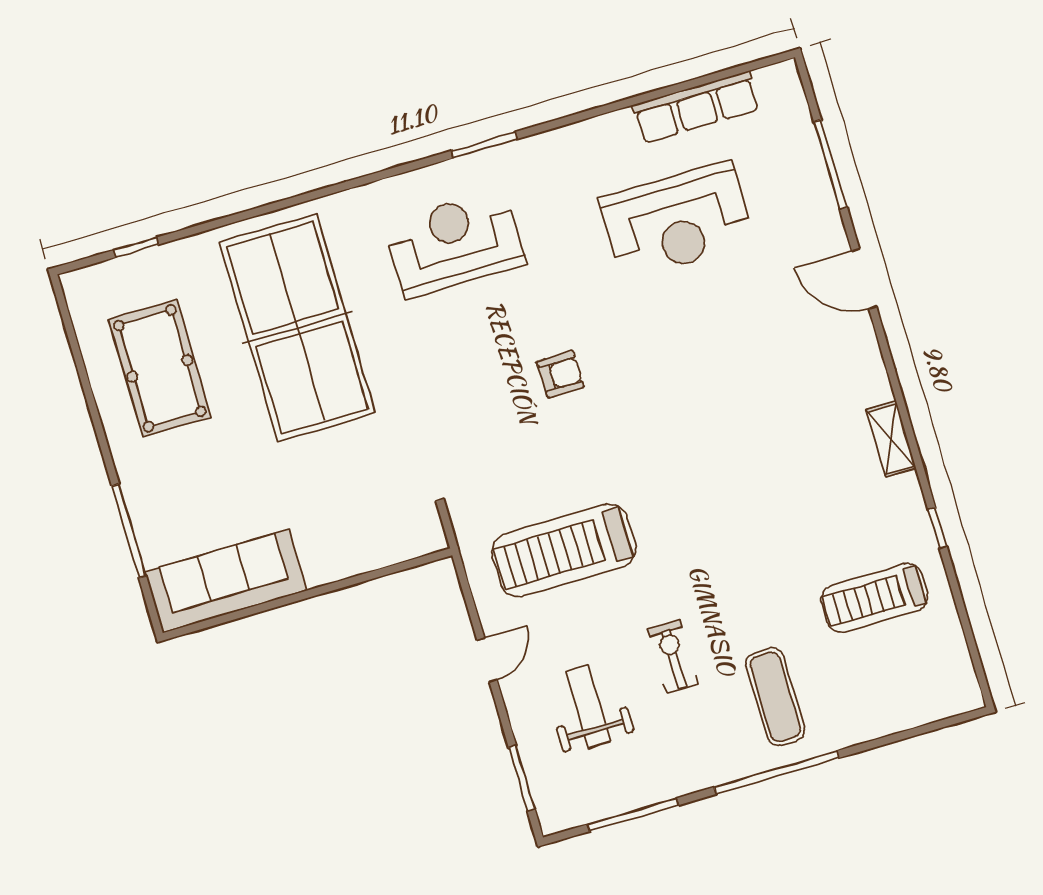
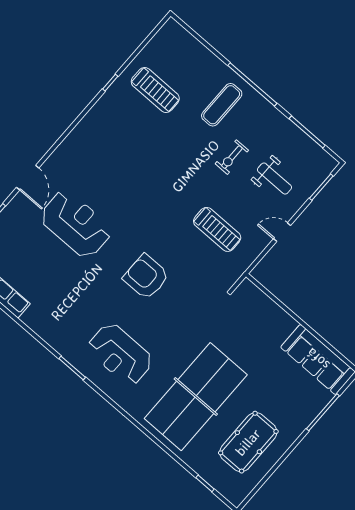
reception desk: (677, 221) -> (76, 224), moved
armchair: (560, 374) -> (146, 277), width x1.88, depth x1.88
shelving: (891, 439) -> (86, 125), removed
treadmill: (564, 550) -> (217, 229), width x0.73, depth x0.73
weight bench: (588, 707) -> (275, 179), turned -90

